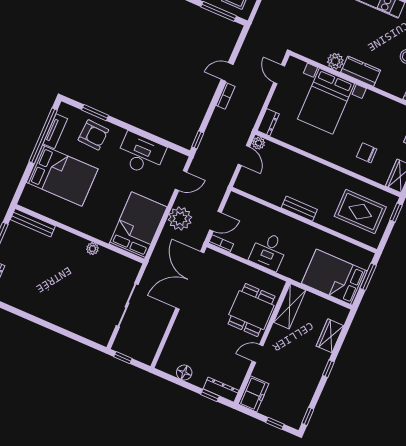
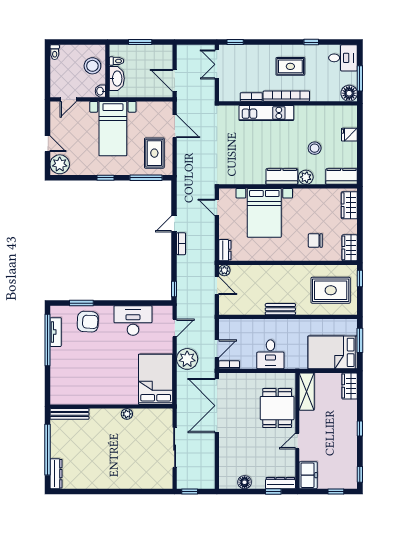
plant: (335, 61) -> (306, 177), moved
bed: (62, 176) -> (77, 366), removed
wardrobe: (330, 336) -> (350, 386), moved

